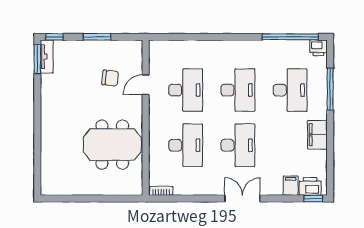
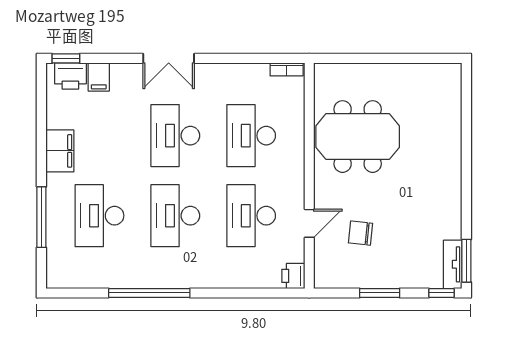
window: (290, 37) -> (149, 293), moved
printer: (318, 48) -> (293, 276), moved, turned -90

